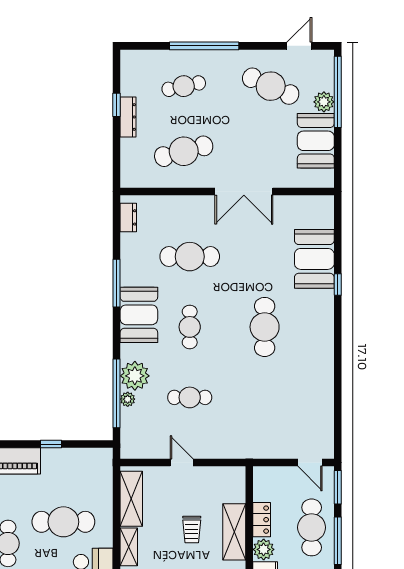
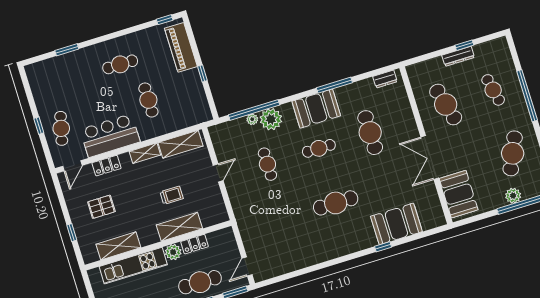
booth: (316, 141) -> (459, 194), moved, turned 90
cafe table: (63, 522) -> (148, 100), width x0.73, depth x0.74
trolley: (192, 529) -> (172, 195), turned 180

